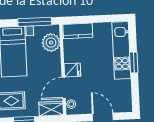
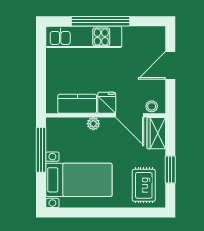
kitchen counter: (78, 31) -> (77, 104), moved, turned -90
plant: (51, 42) -> (93, 124), moved, width x0.53, depth x0.53
window: (134, 63) -> (100, 21), width x2.11

